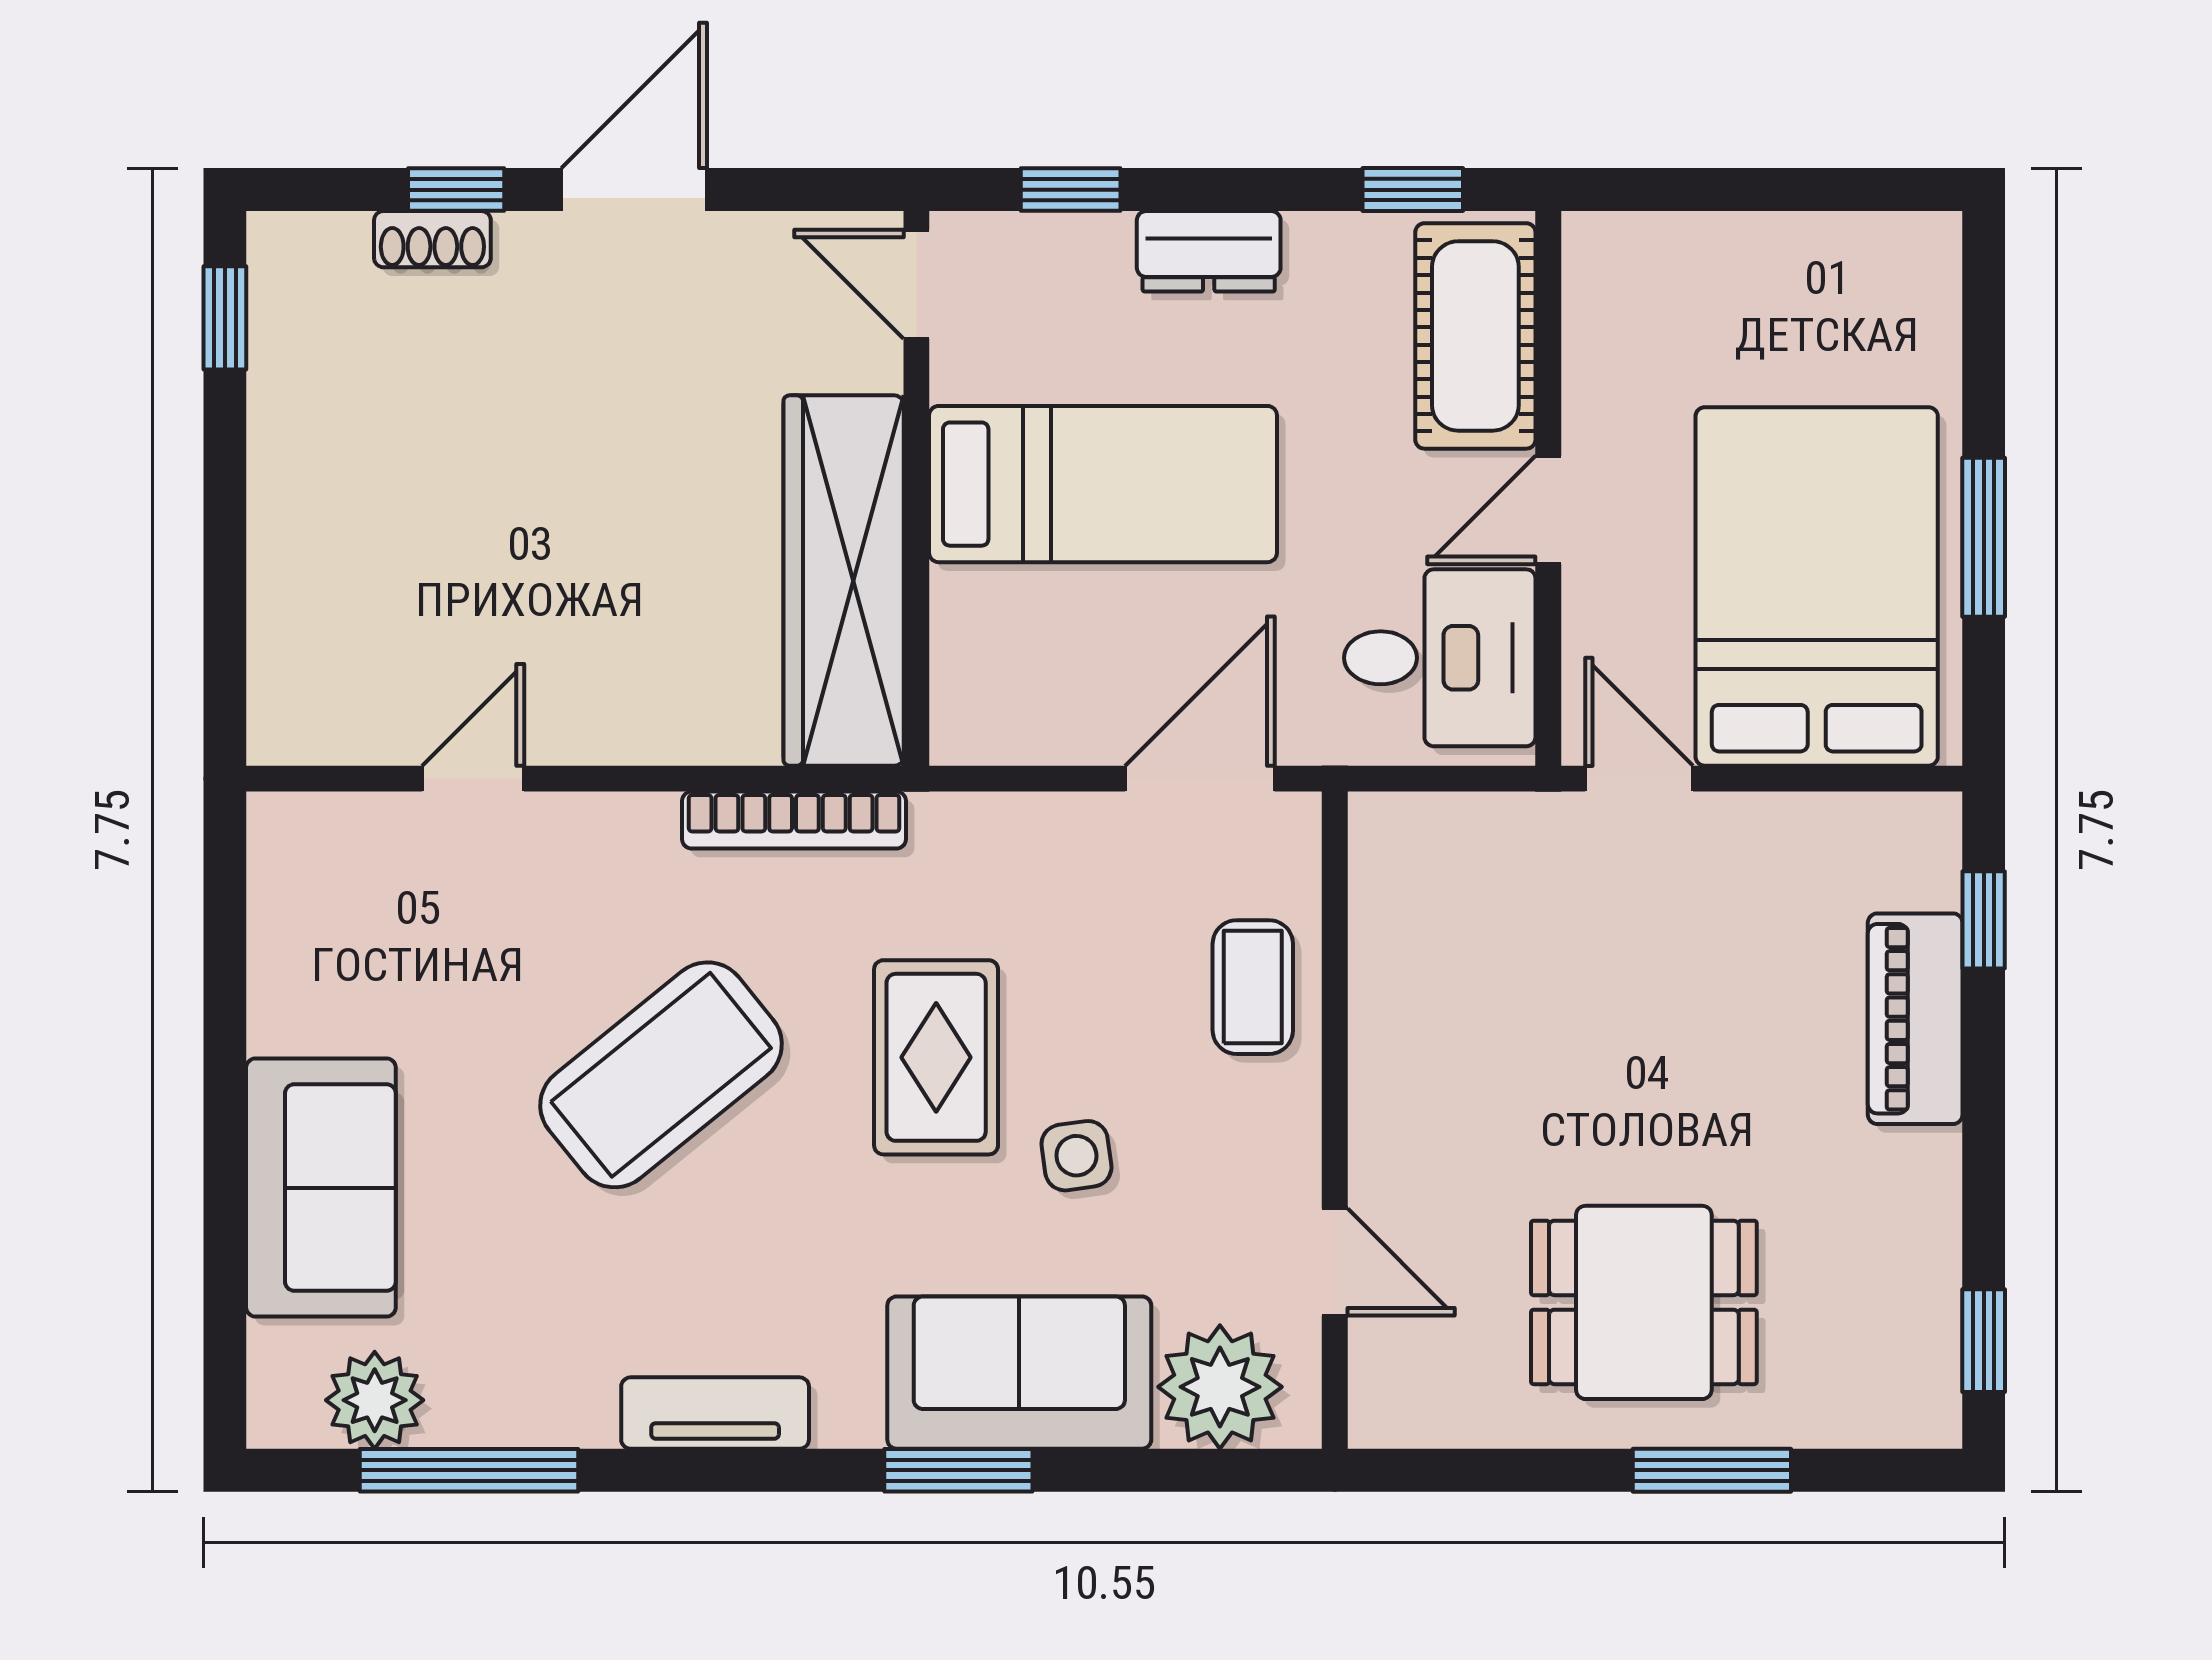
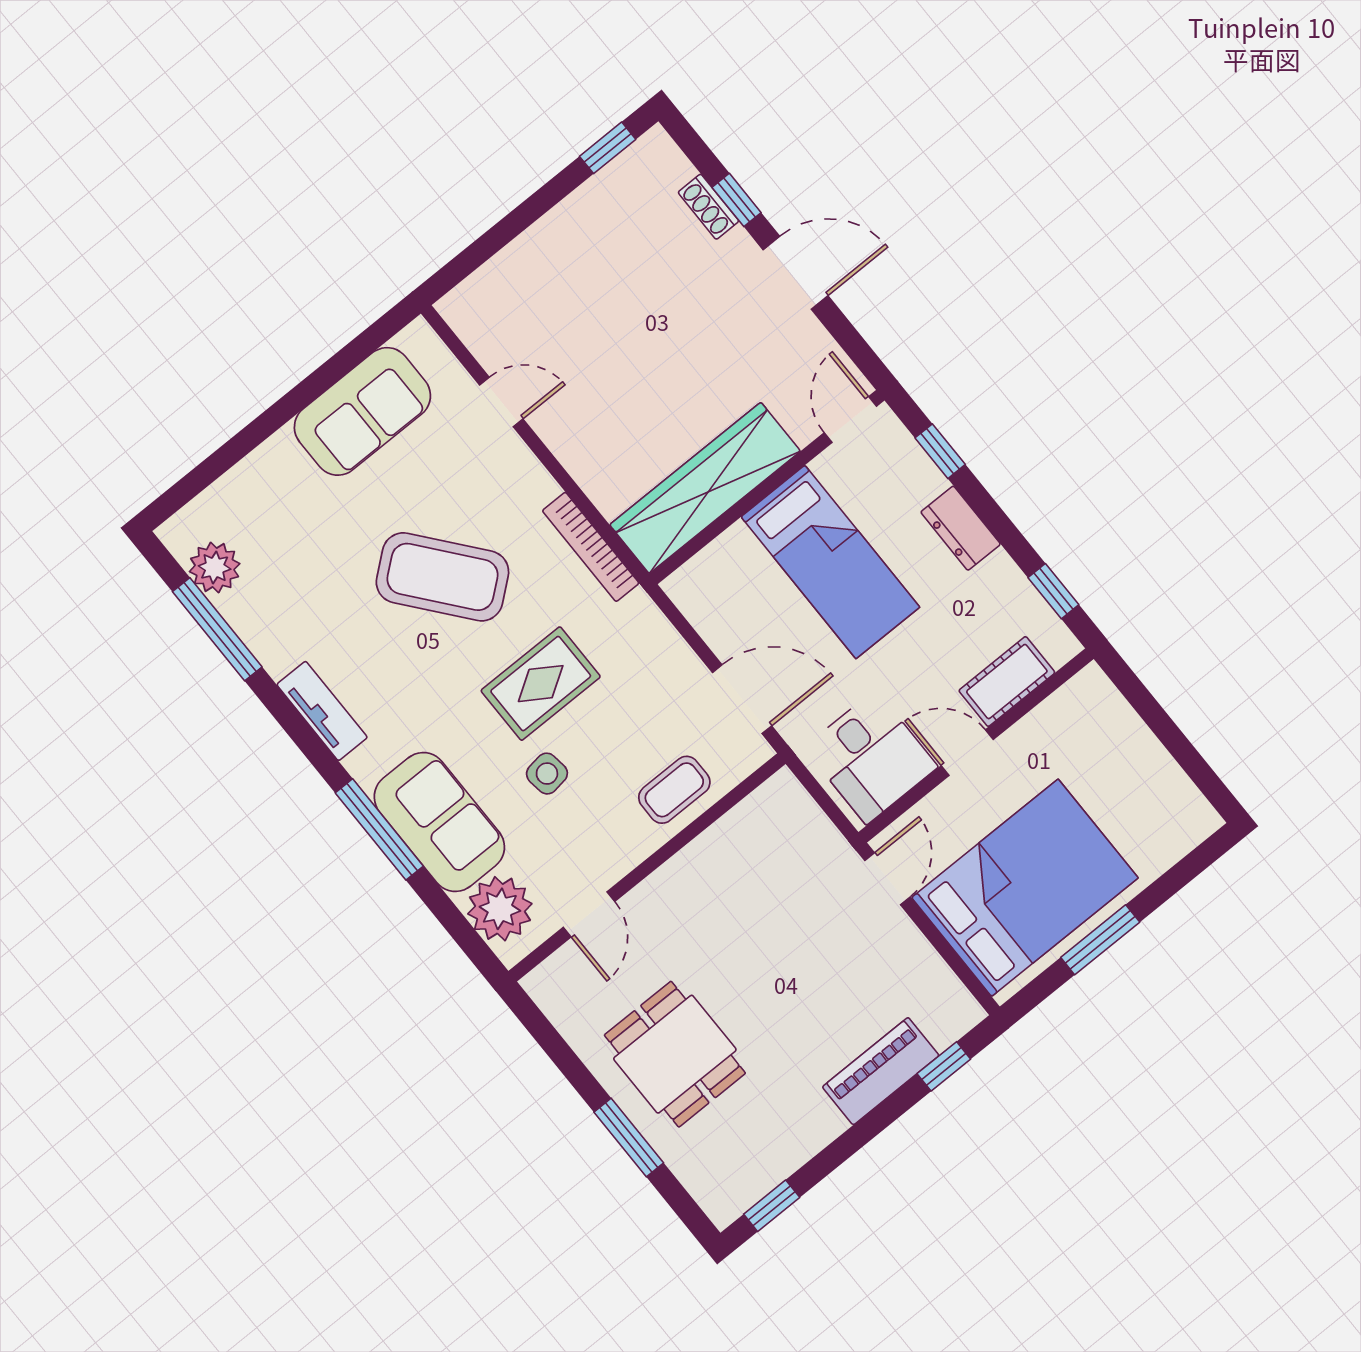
cot: (1475, 336) -> (1007, 682), width x0.73, depth x0.75
sofa: (321, 1188) -> (362, 411), moved
window: (958, 1470) -> (379, 829), width x1.44

